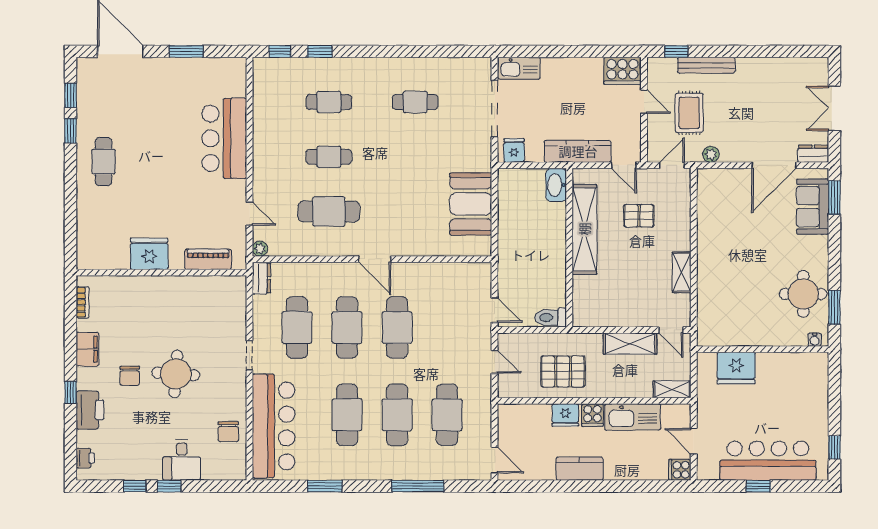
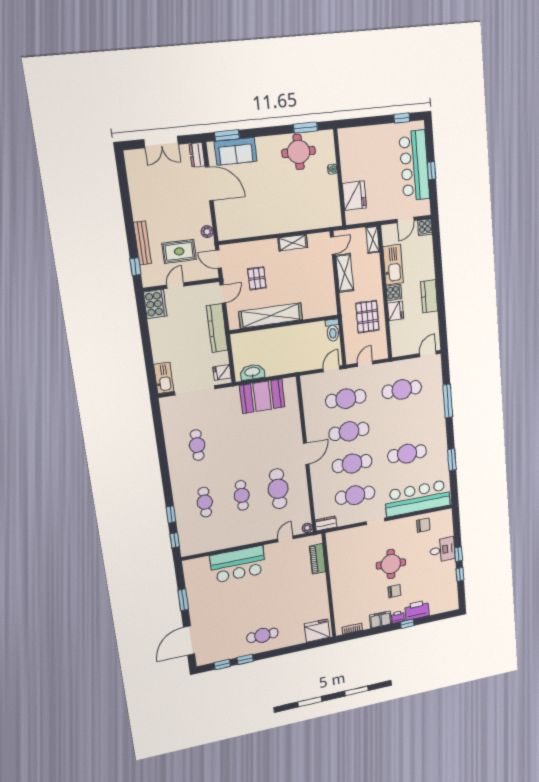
washbasin: (556, 185) -> (252, 372), moved, turned 180
fridge: (149, 254) -> (317, 631), moved, turned 90
water cooler: (815, 340) -> (332, 169), moved
cafe table: (397, 415) -> (346, 399), moved
printer: (85, 458) -> (398, 617), moved

